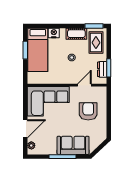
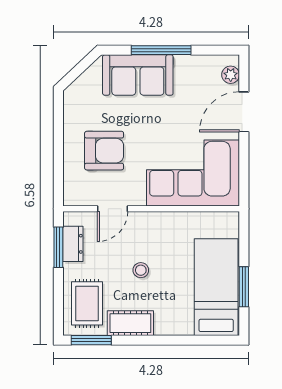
nightstand: (54, 33) -> (181, 325), removed
armchair: (88, 111) -> (104, 151), turned -90

